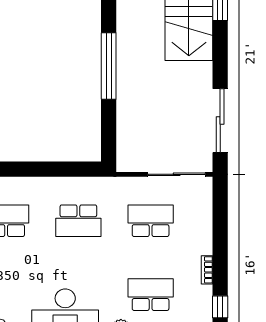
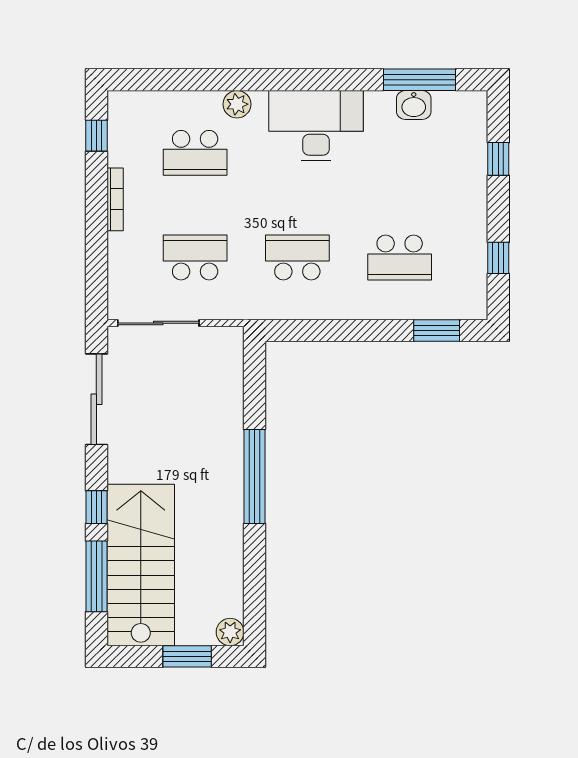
window: (220, 44) -> (96, 507), added
school desk: (151, 221) -> (195, 257), turned 180
bookcase: (207, 270) -> (115, 199), width x1.56

